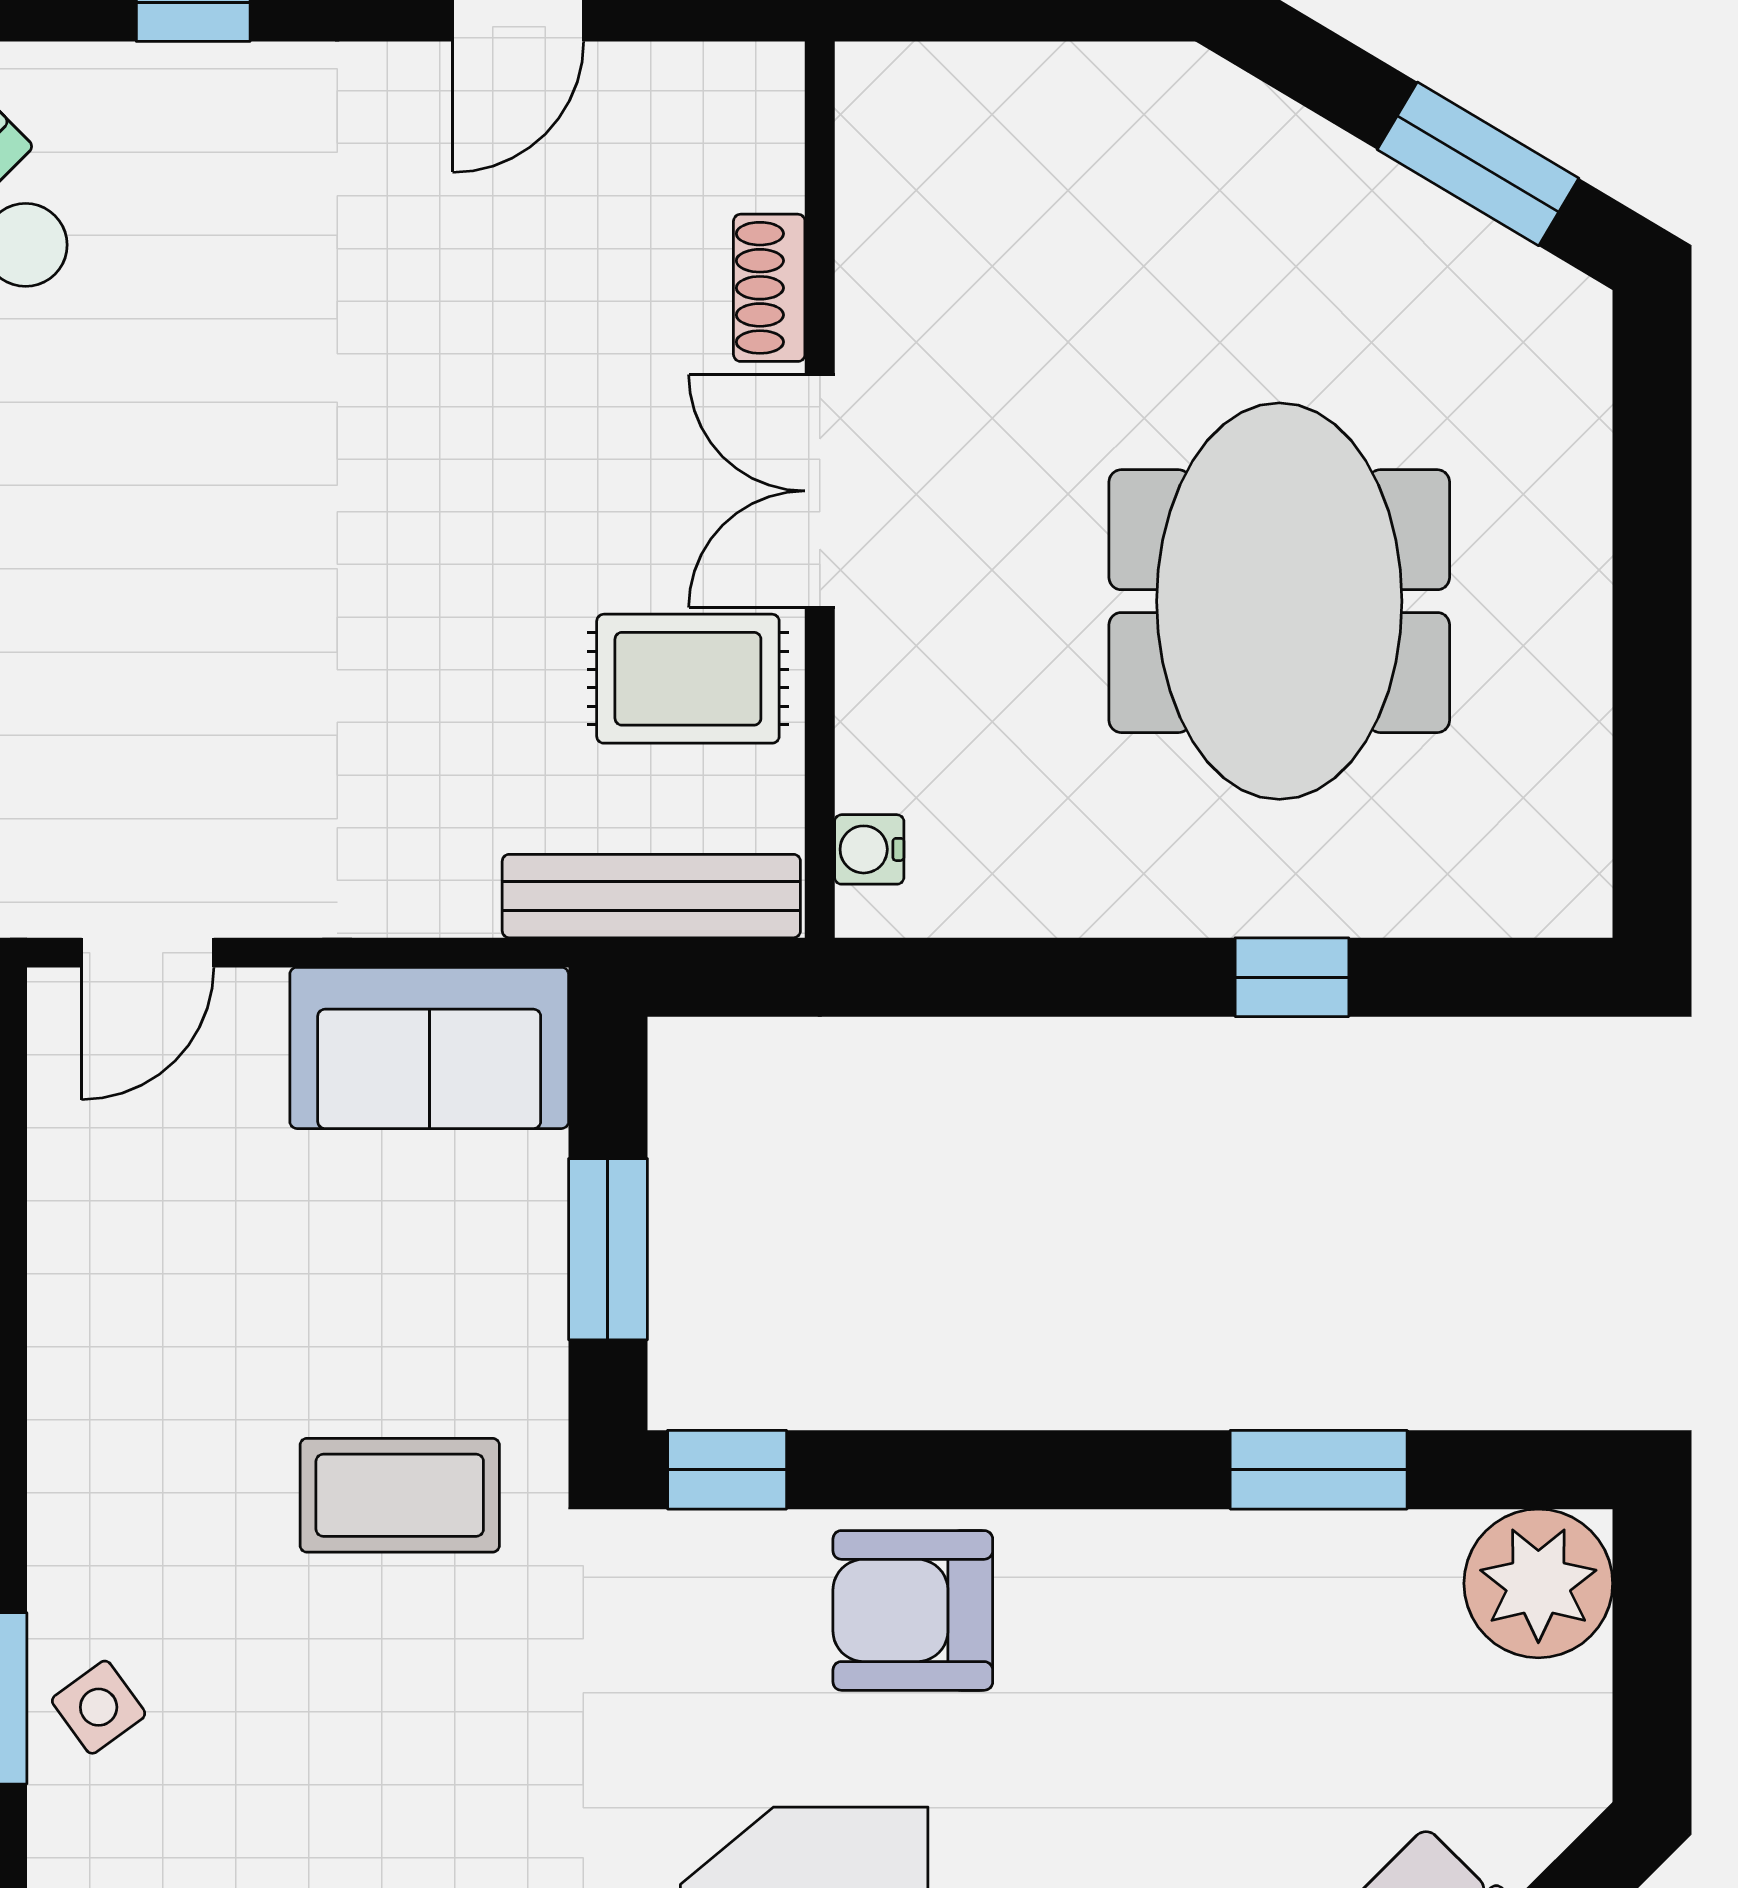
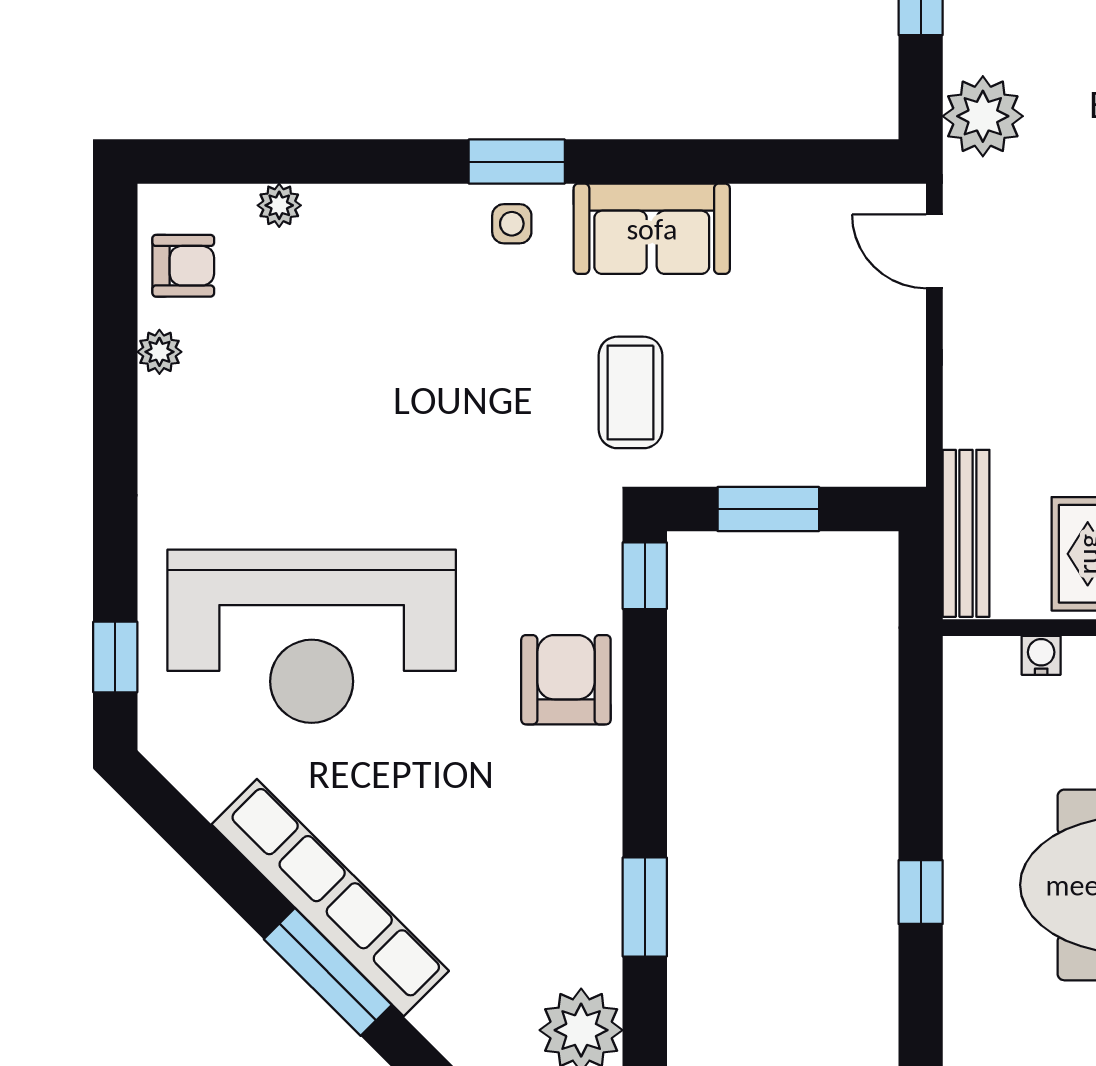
water cooler: (869, 849) -> (1041, 655), moved
sofa: (429, 1048) -> (652, 229), moved, turned -90
side table: (99, 1707) -> (512, 224), turned 36

